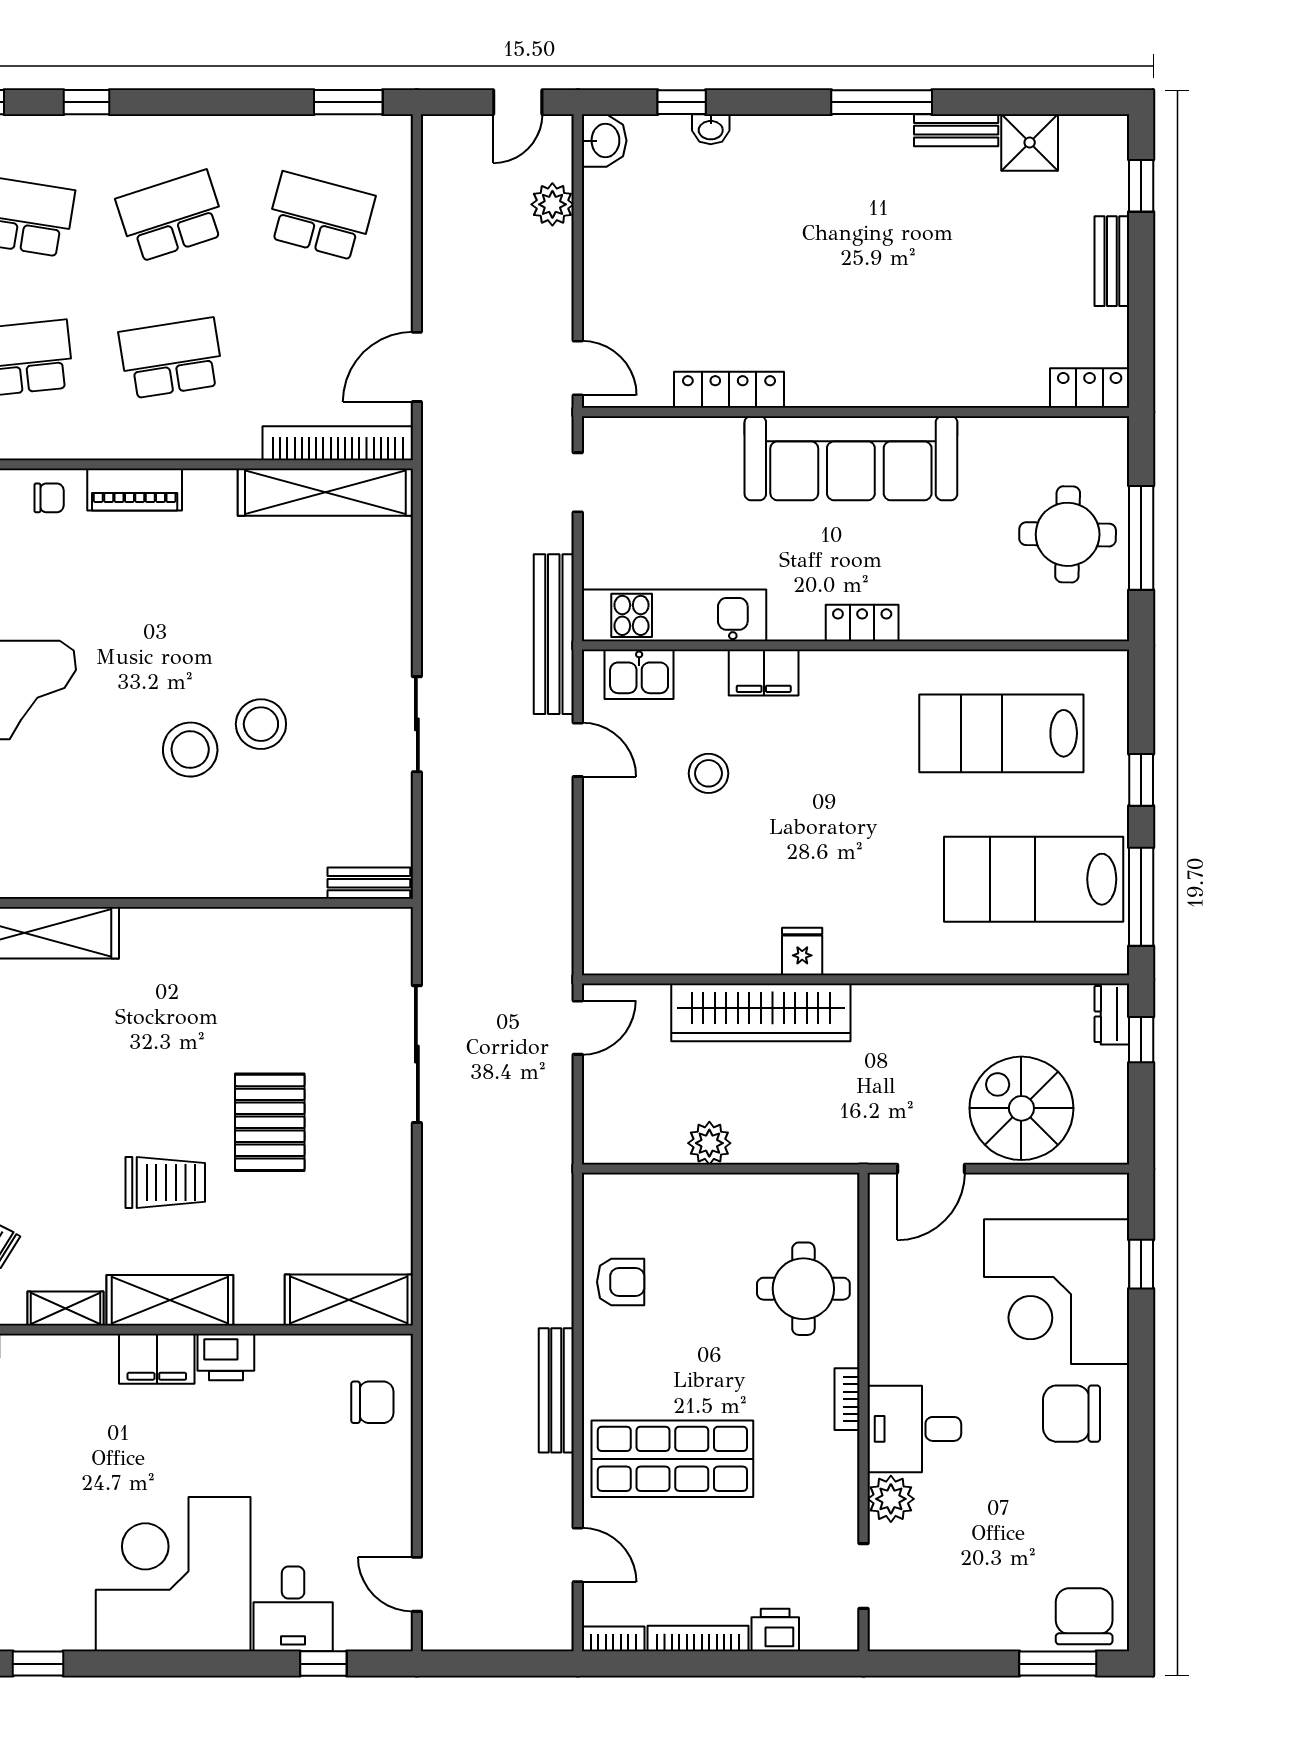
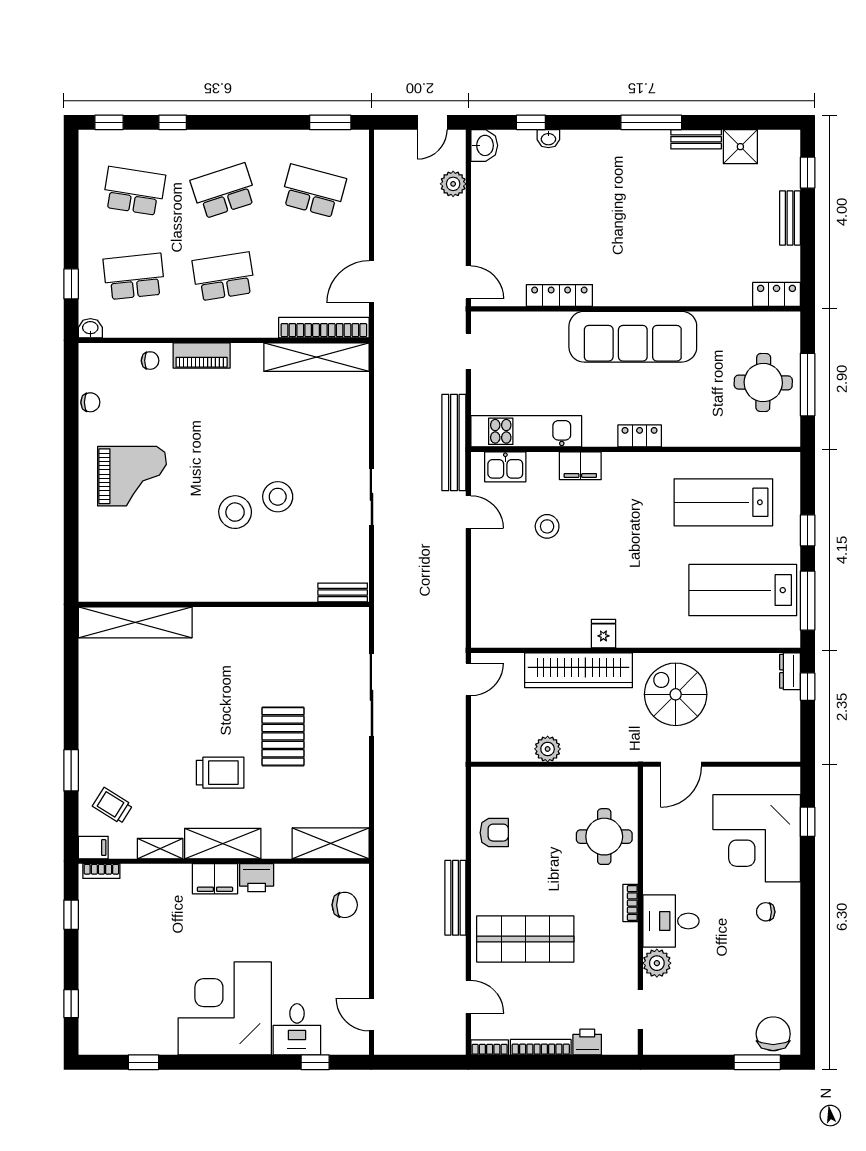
spiral stairs: (1021, 1108) -> (676, 694), moved
chair: (1072, 1414) -> (766, 912), width x0.54, depth x0.54

